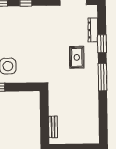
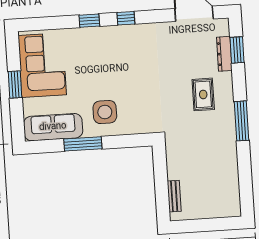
window: (102, 44) -> (237, 50), moved

